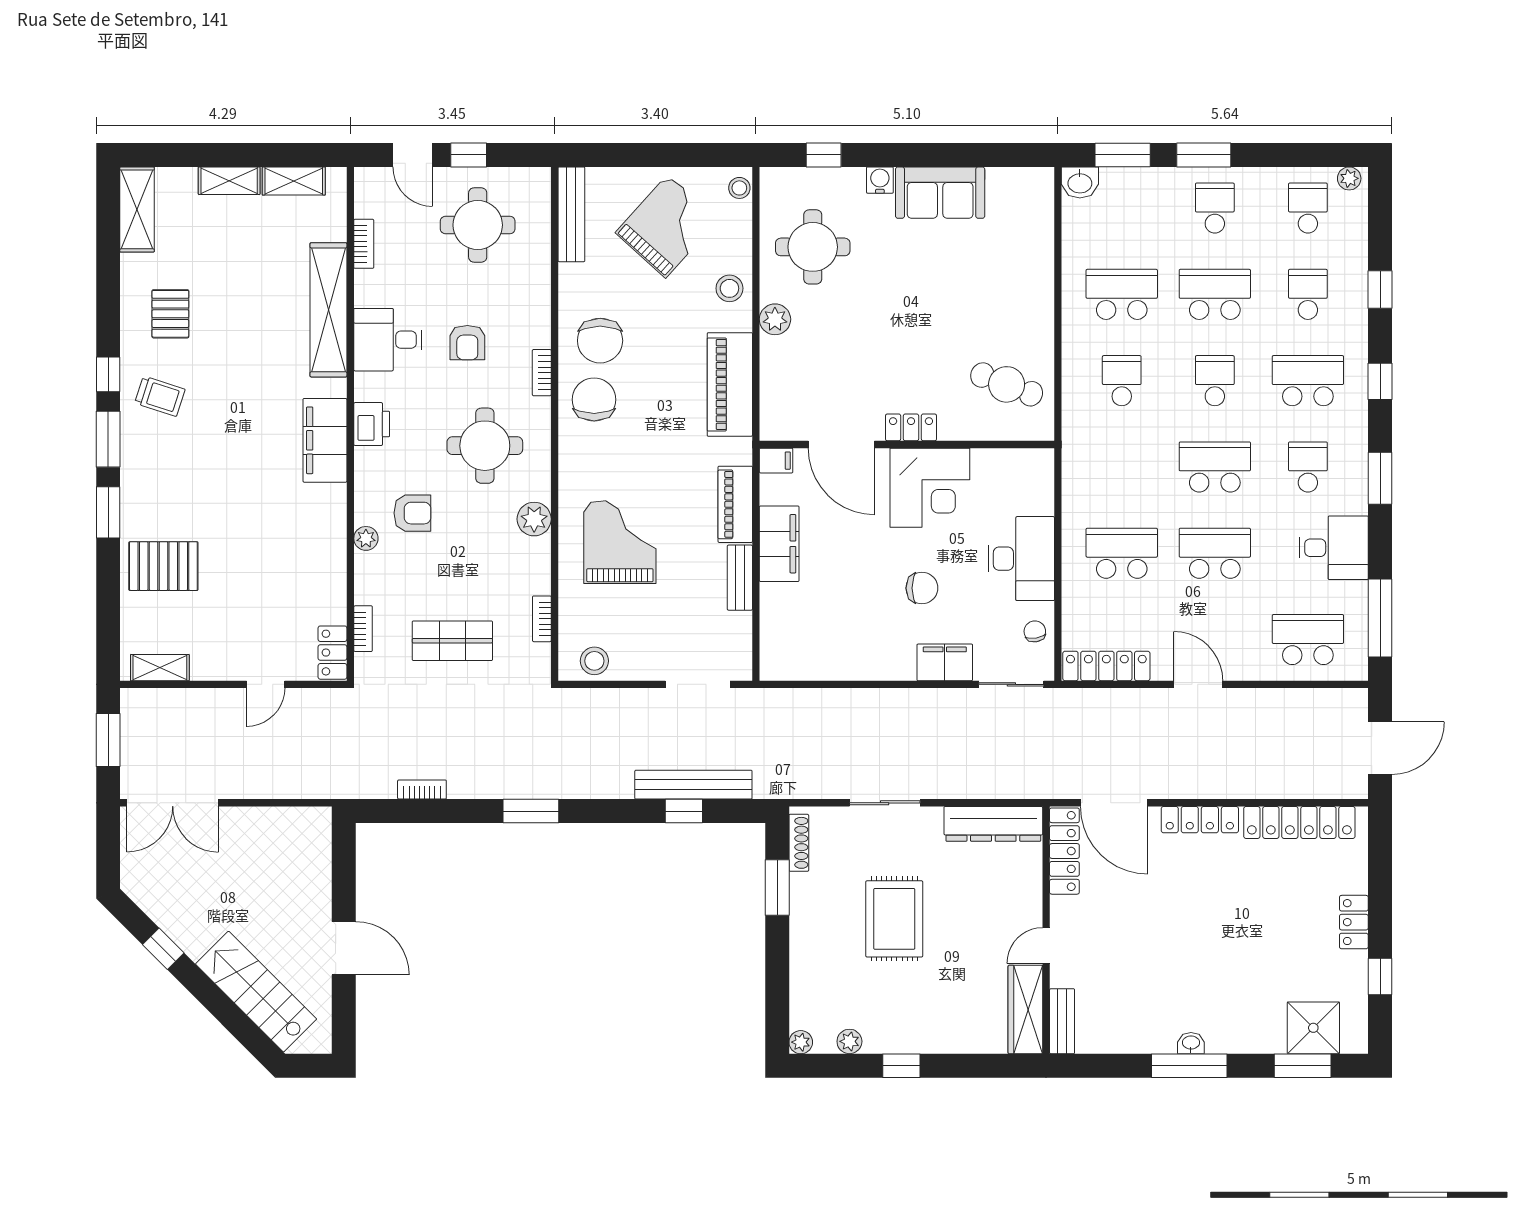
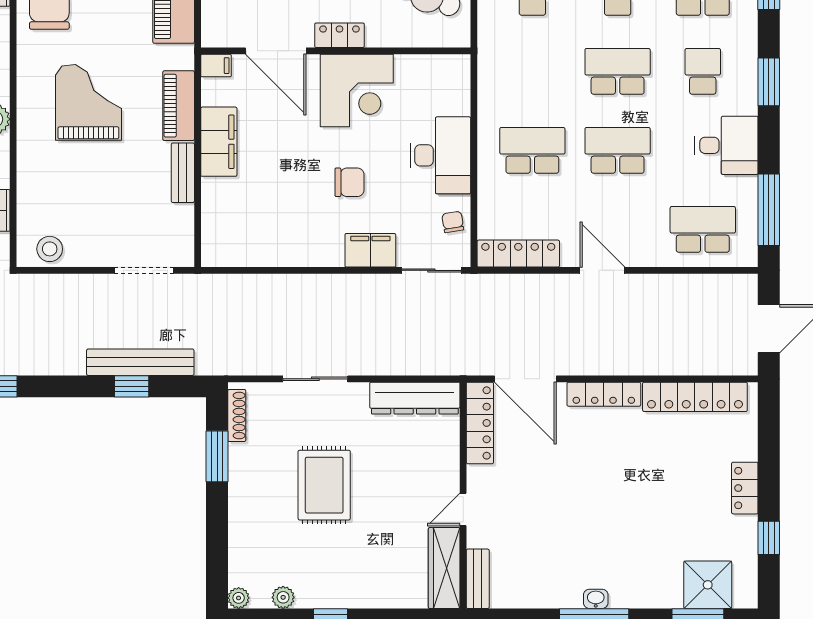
grand piano: (620, 542) -> (88, 102), moved

